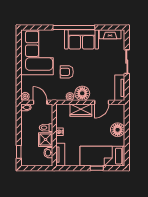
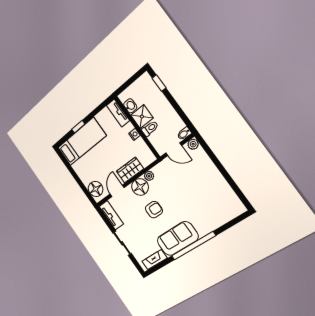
corner sofa: (37, 52) -> (213, 198), removed
armchair: (67, 72) -> (154, 210), moved
floor lamp: (118, 130) -> (96, 189), moved

